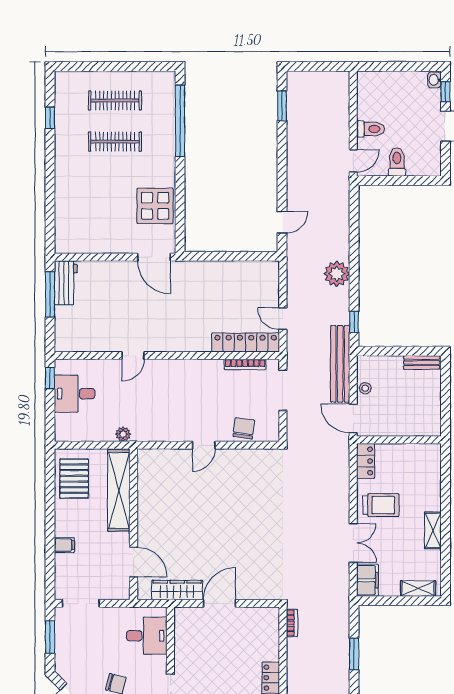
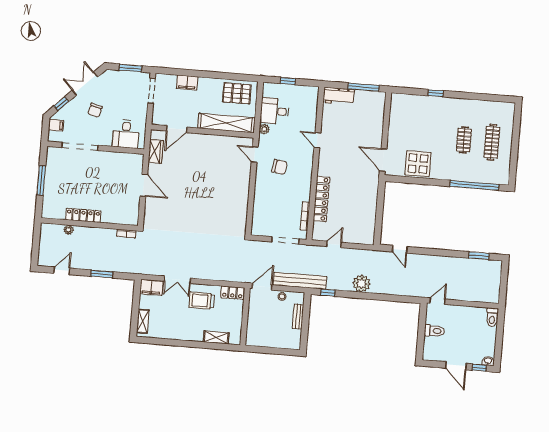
window: (50, 118) -> (436, 93), moved
toilet: (370, 129) -> (492, 317), moved
clothes rail: (115, 142) -> (464, 140), width x0.73
door: (353, 161) -> (437, 301), swing flipped
door: (154, 257) -> (383, 160), hinge flipped
workbench: (66, 283) -> (338, 96), moved
locker: (246, 342) -> (321, 199), moved
bench: (422, 362) -> (298, 317), moved
window: (50, 378) -> (288, 81), moved
desk: (75, 394) -> (275, 111), moved, turned -90
chair: (244, 428) -> (279, 167), moved
door: (204, 445) -> (255, 155), moved
trolley: (381, 505) -> (202, 301), turned 90
shelving: (433, 530) -> (216, 337), moved
filing cabinet: (64, 545) -> (187, 83), width x2.00
wardrobe: (177, 590) -> (156, 151), width x0.67

